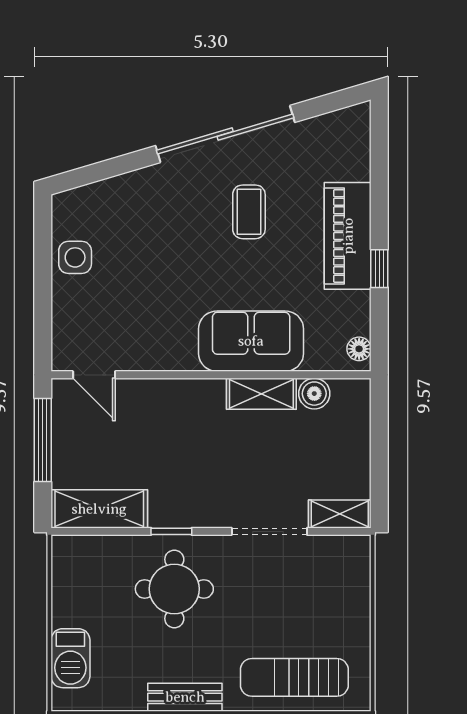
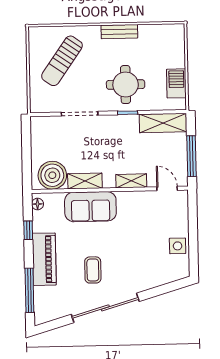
window: (379, 173) -> (29, 290), added
window: (379, 269) -> (28, 230), moved
boiler: (314, 394) -> (52, 175), width x1.86, depth x1.86
shelving: (340, 514) -> (131, 181), moved
barbecue: (70, 658) -> (176, 83), moved
sun lounger: (294, 677) -> (62, 61), moved, turned 125

